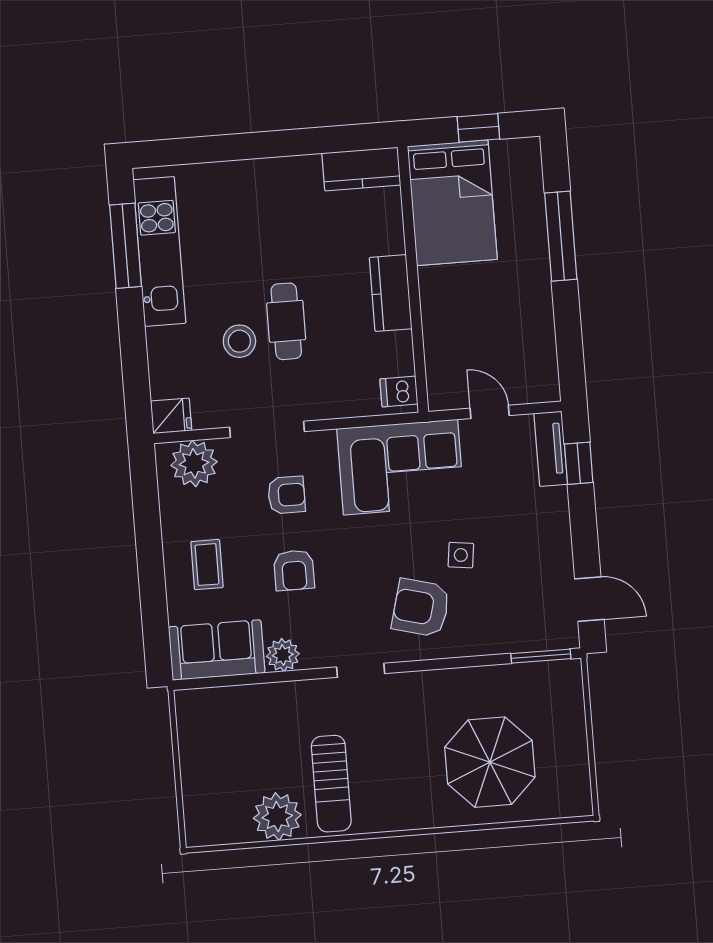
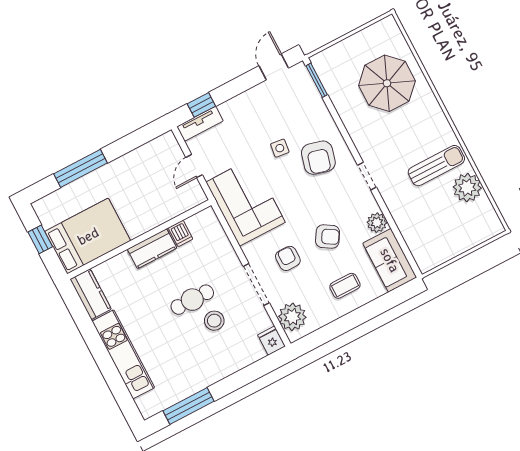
kitchen unit: (159, 251) -> (123, 354), moved, turned 90
dishwasher: (399, 391) -> (180, 233), moved
armchair: (294, 570) -> (328, 237), turned 32

